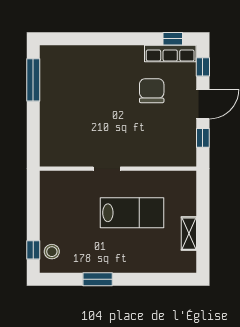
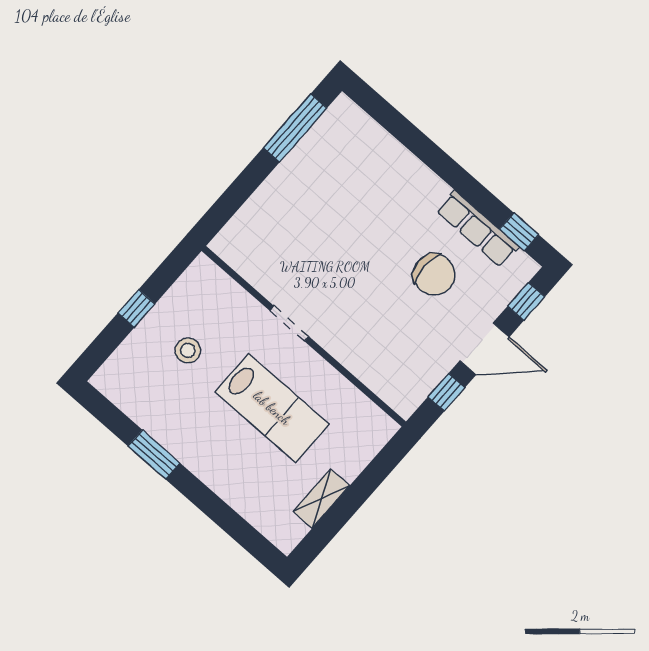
row of seats: (170, 54) -> (478, 229), moved
chair: (152, 91) -> (434, 274), turned 90
window: (33, 250) -> (137, 308), moved
stool: (52, 252) -> (188, 350), moved

